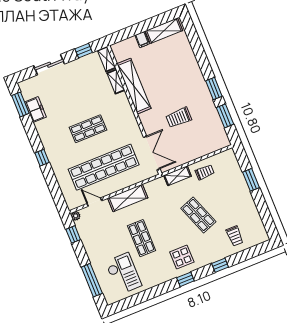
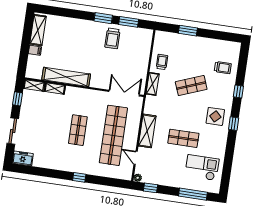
window: (20, 104) -> (30, 170), removed
freezer: (36, 110) -> (23, 158), moved
trolley: (179, 117) -> (112, 38), moved
door: (94, 202) -> (136, 158), hinge flipped

